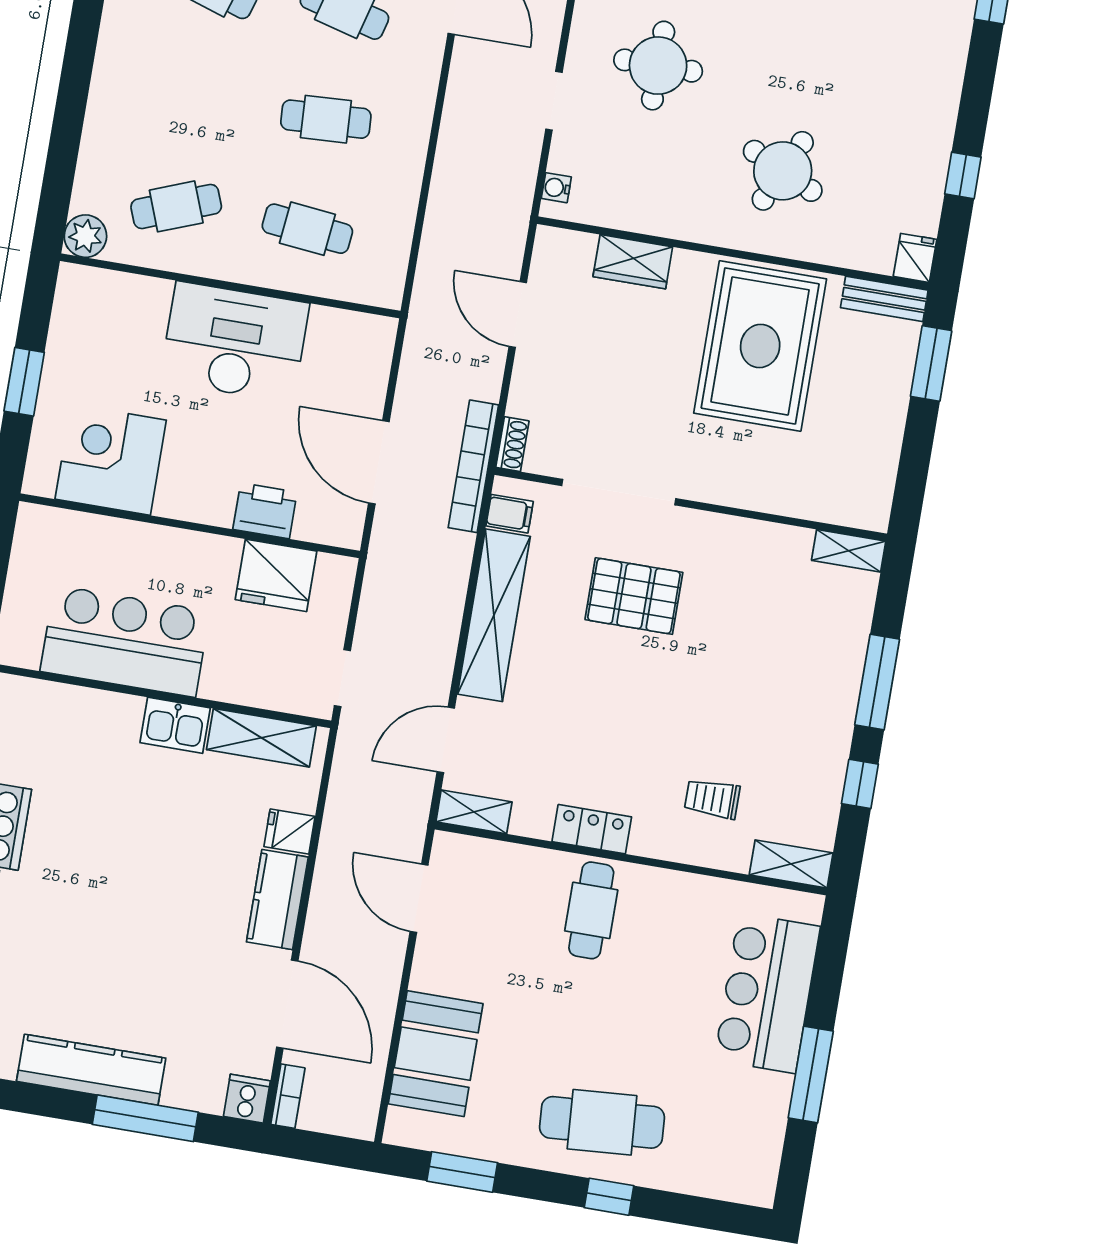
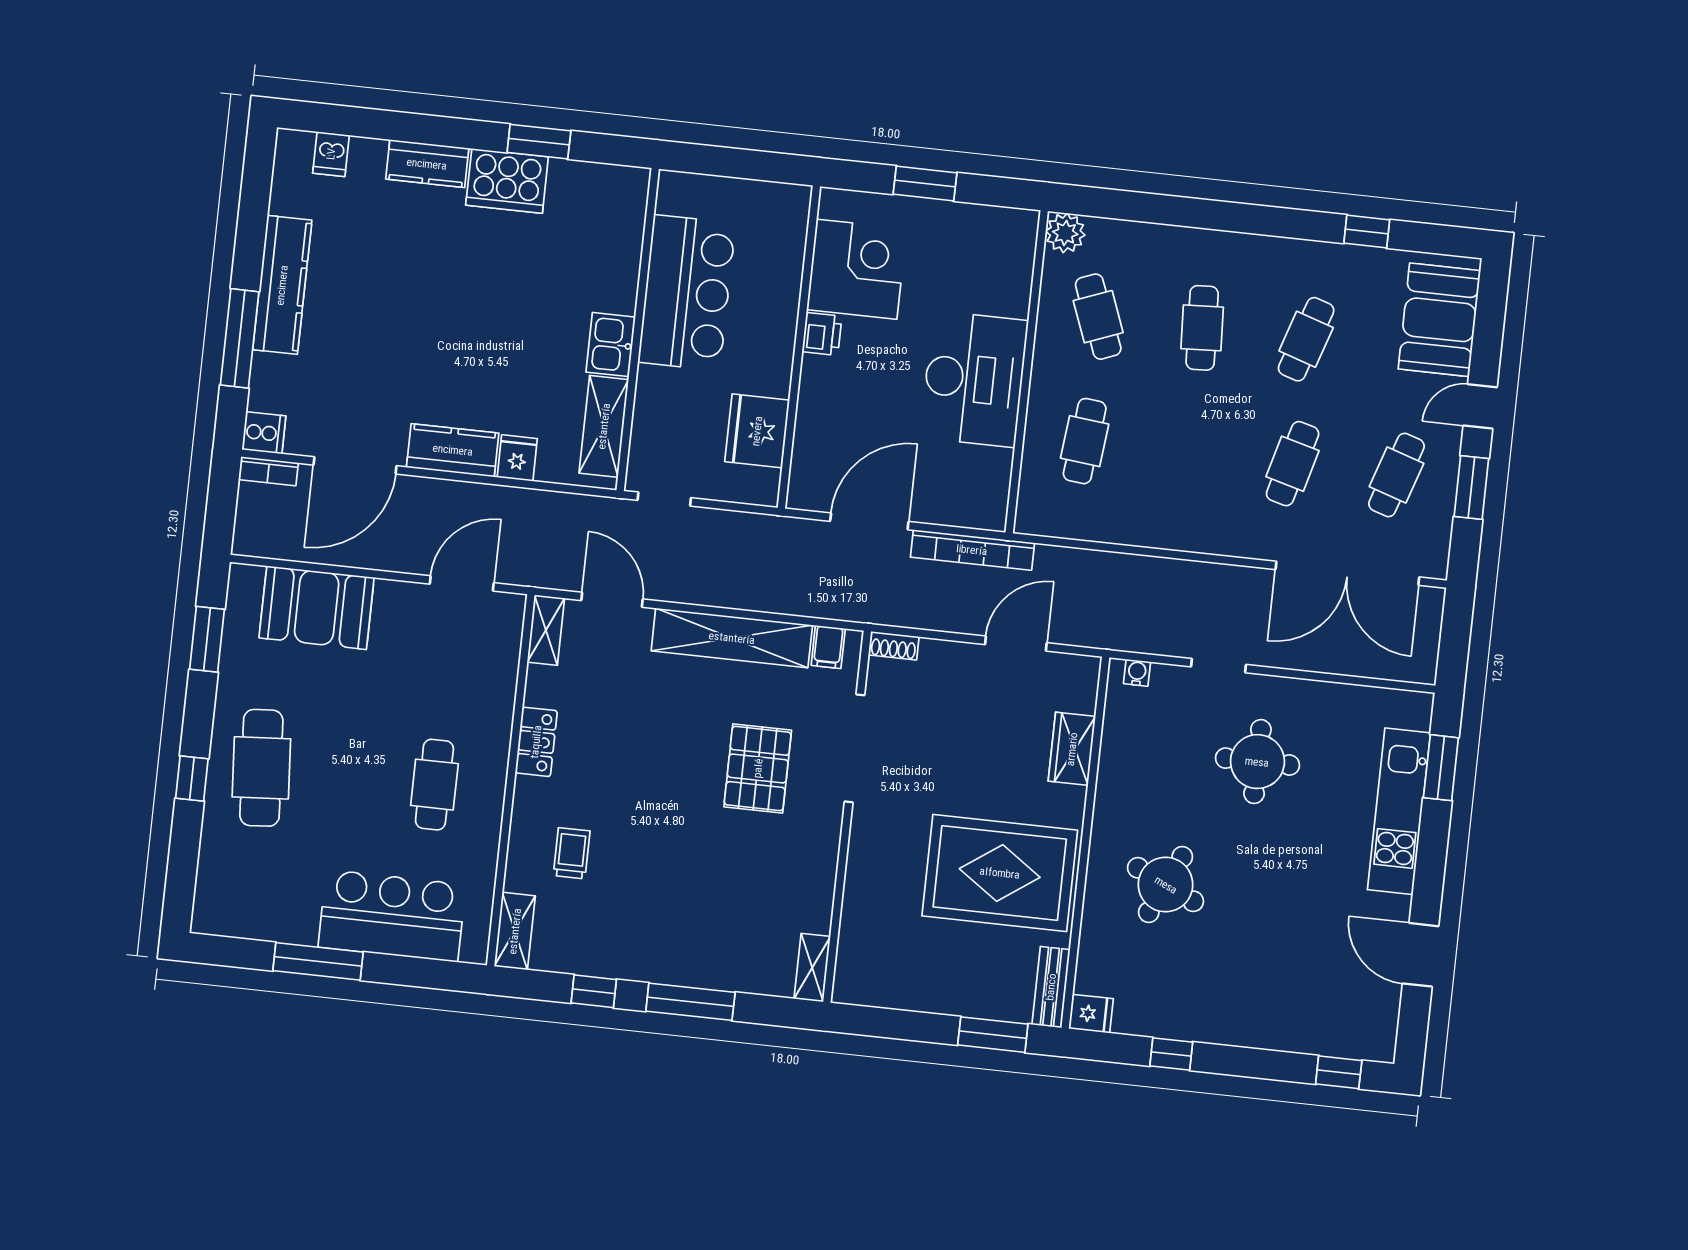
cafe table: (326, 119) -> (1202, 328), moved
bookcase: (473, 466) -> (972, 550), moved, turned 180
printer: (265, 511) -> (822, 334), moved, width x0.73, depth x0.81
cafe table: (591, 910) -> (434, 785), moved, turned 90

